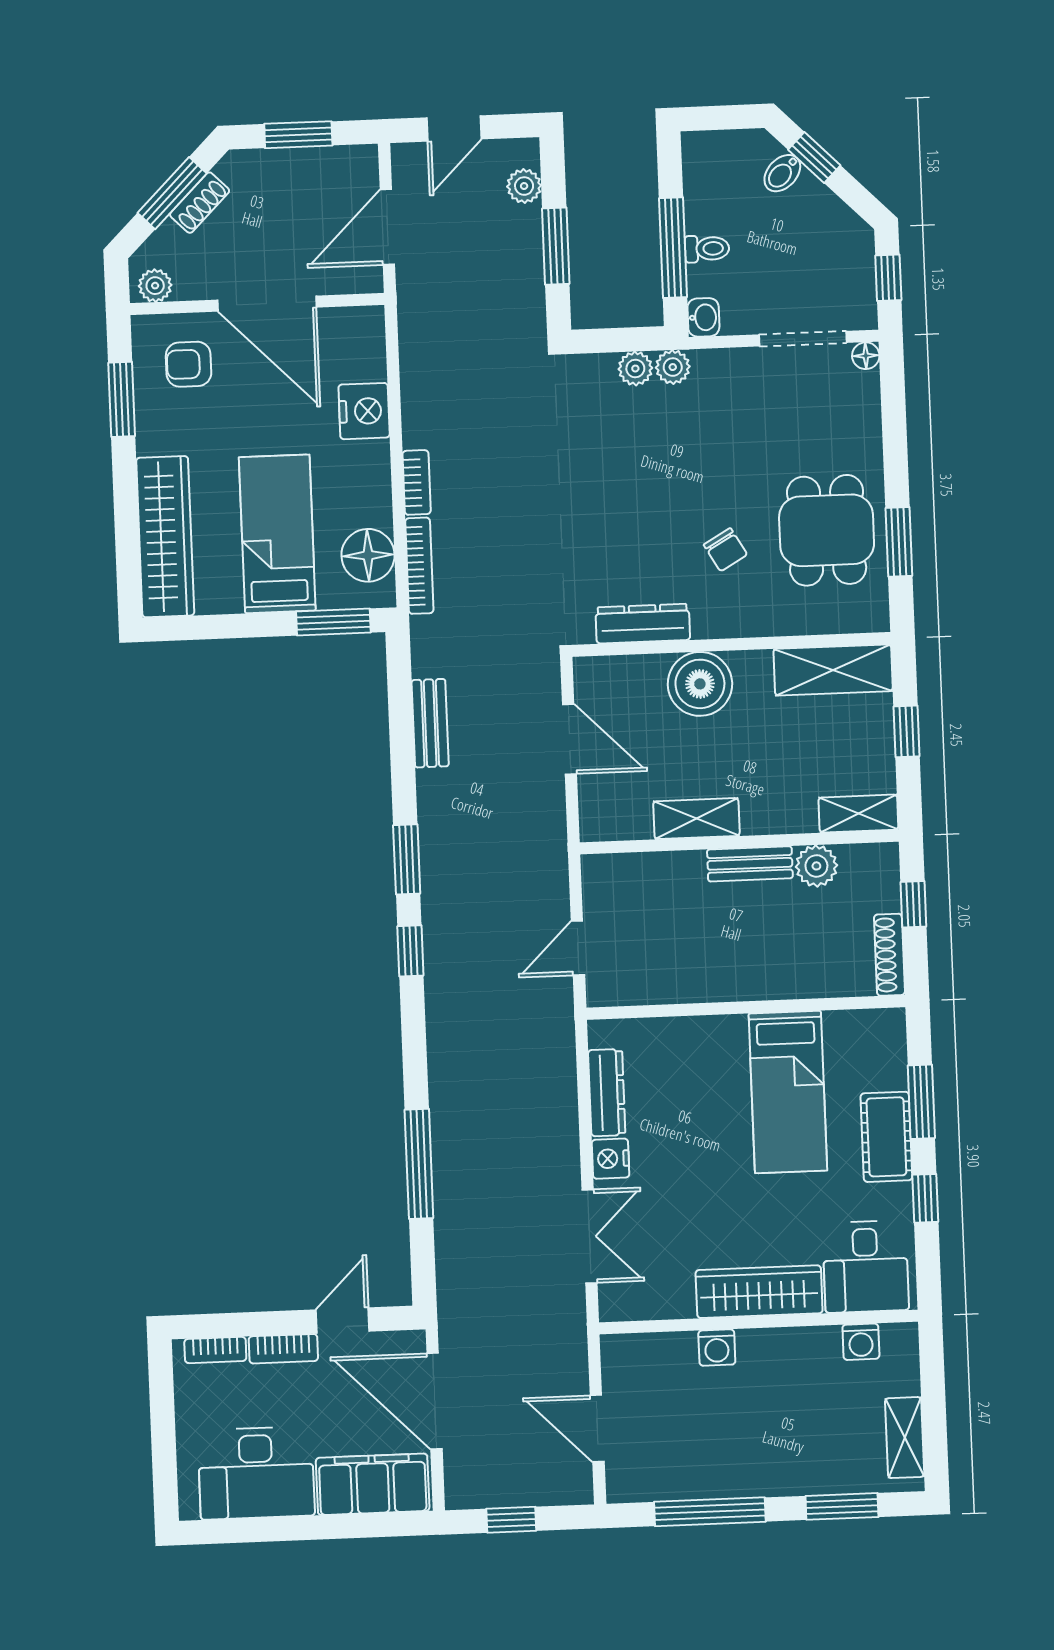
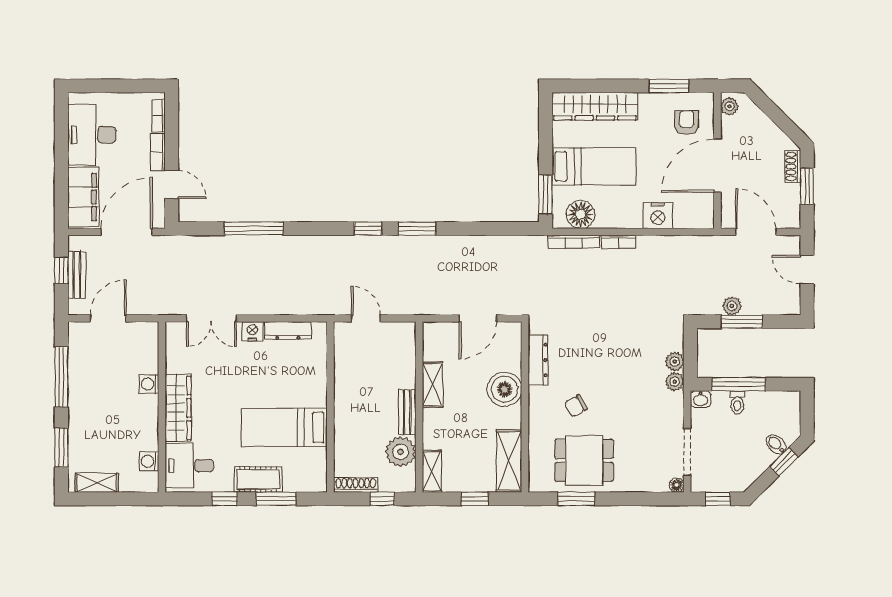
plant: (524, 186) -> (732, 306), moved
window: (172, 193) -> (779, 117), removed
shoe rack: (200, 203) -> (793, 167), moved, turned 45
bench: (430, 723) -> (77, 275), moved, turned 90
plant: (816, 866) -> (401, 452), width x1.36, depth x1.36

